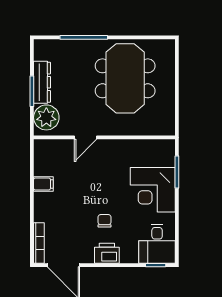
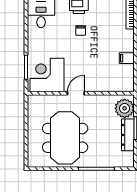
door: (85, 137) -> (76, 93), moved
corner desk: (153, 190) -> (47, 75), moved, turned -90

